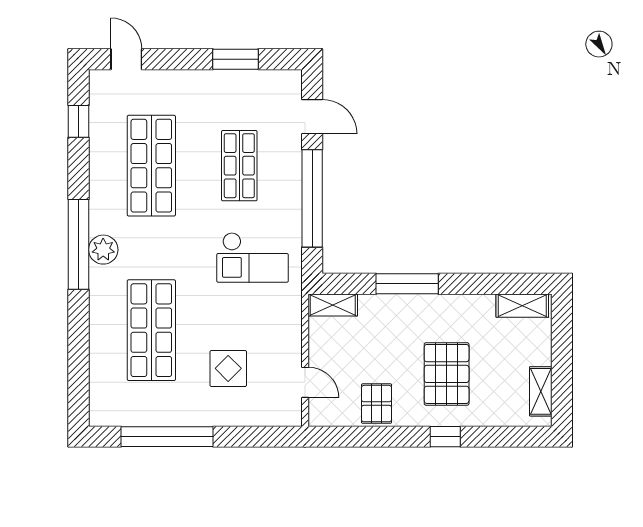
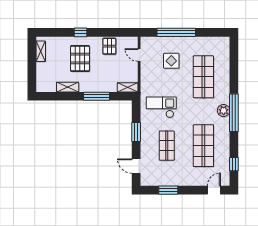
door: (126, 59) -> (214, 190), swing flipped
window: (312, 198) -> (136, 132), width x0.47
shelving: (522, 306) -> (68, 87), moved
window: (167, 437) -> (176, 32), moved

